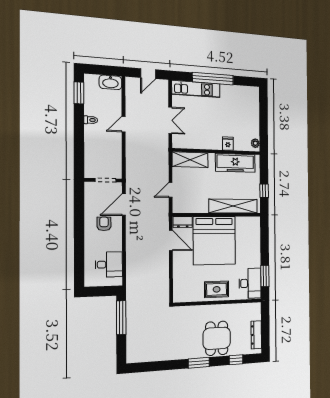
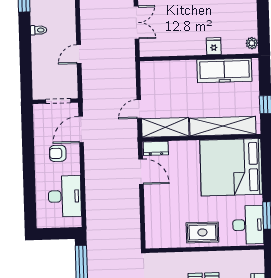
door: (124, 124) -> (79, 54), moved
shelving: (190, 160) -> (165, 127), moved
armchair: (104, 224) -> (58, 153), turned -90
bed: (214, 240) -> (231, 167), moved, turned 90
desk: (109, 264) -> (65, 196), width x1.37

